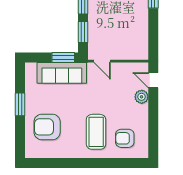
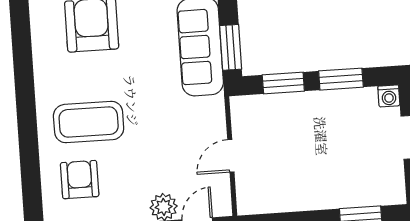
door: (102, 61) -> (231, 156), moved

